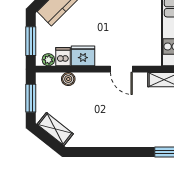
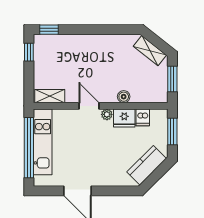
plant: (48, 60) -> (107, 114), moved
boiler: (68, 79) -> (124, 97), moved

